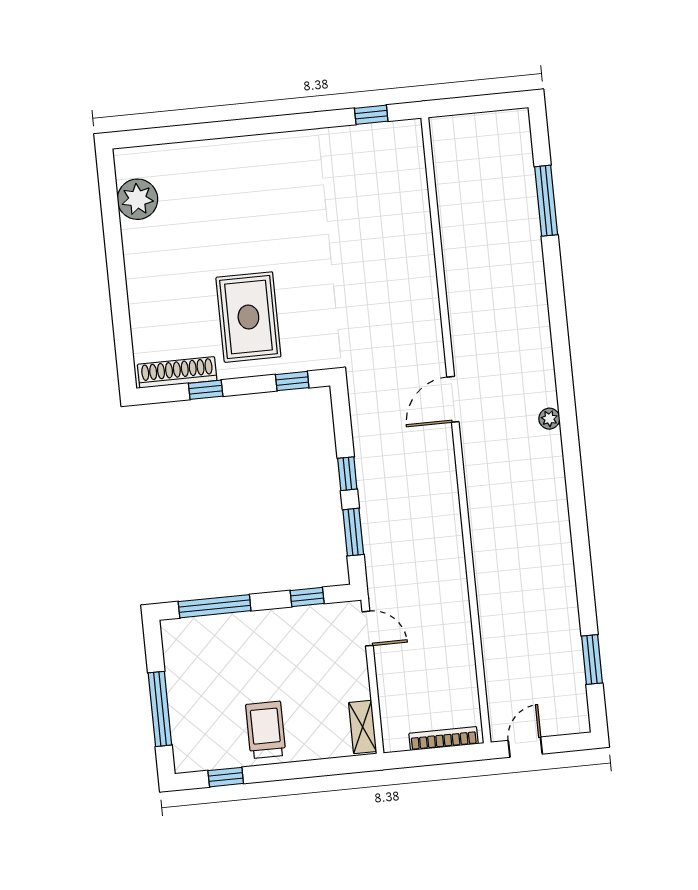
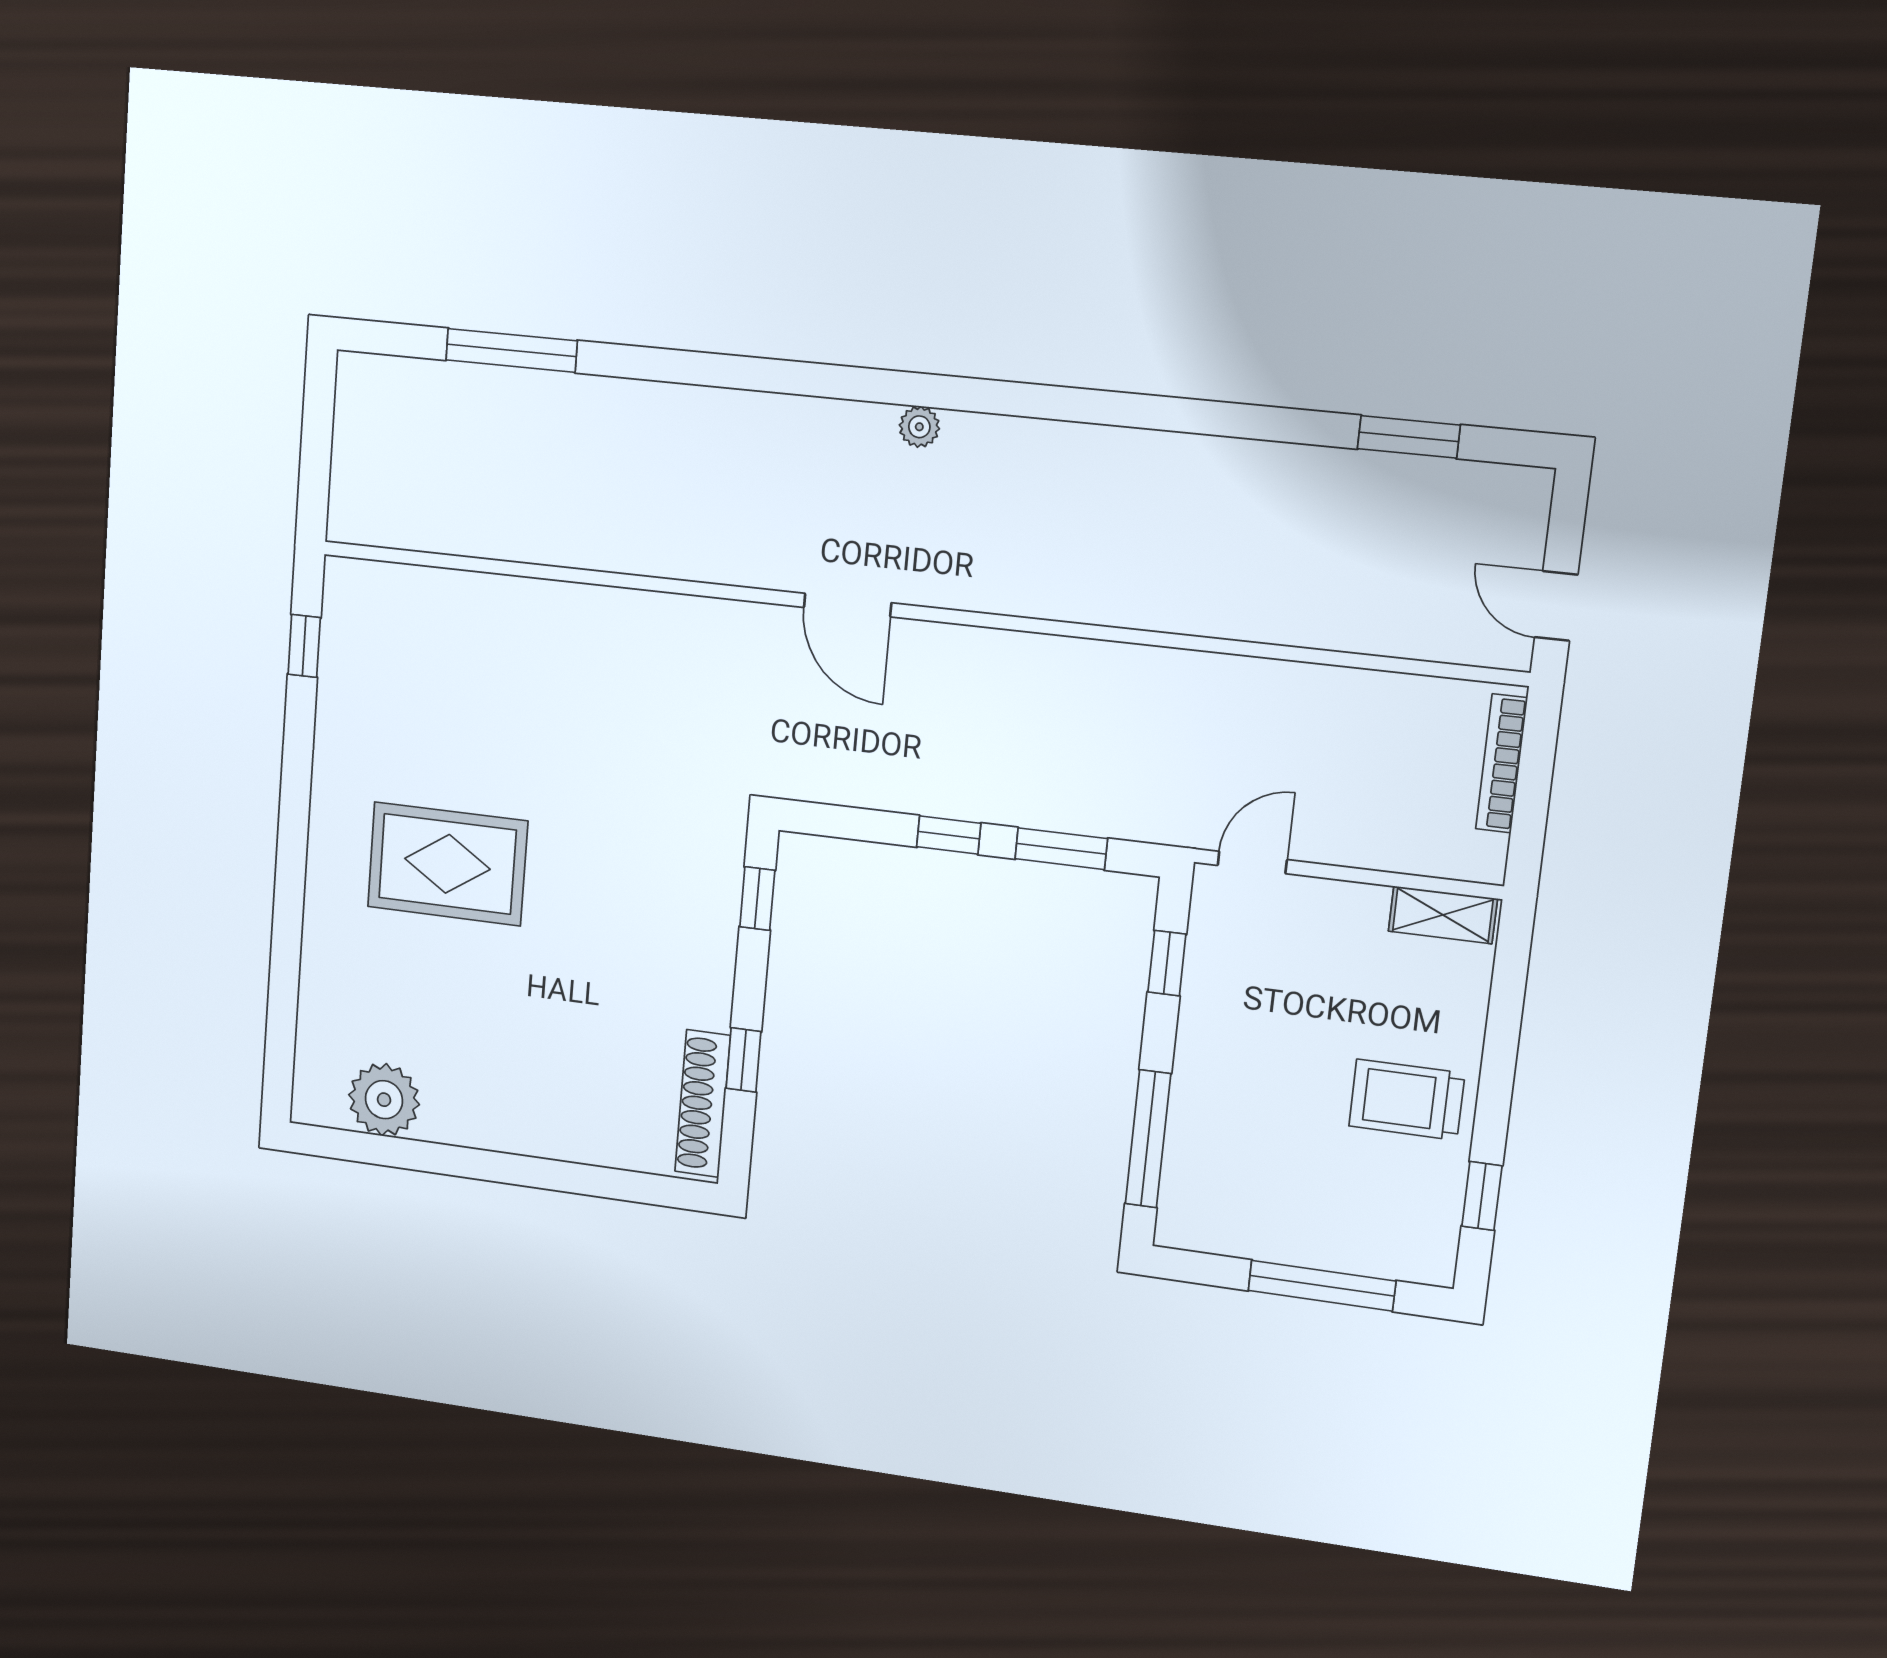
rug: (248, 317) -> (447, 864), moved

